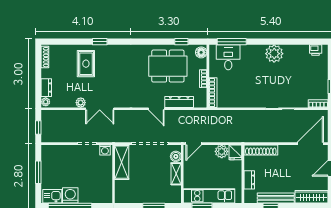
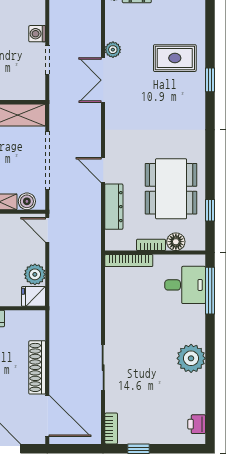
floor lamp: (201, 52) -> (176, 242), moved
door: (156, 109) -> (103, 170), hinge flipped
washing machine: (105, 150) -> (37, 34), moved
shoe rack: (261, 150) -> (37, 367), moved

